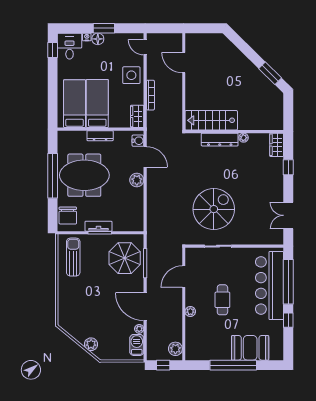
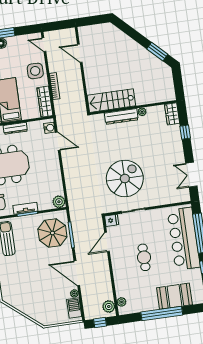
wardrobe: (137, 116) -> (45, 102), width x1.50
plant: (137, 180) -> (59, 202), moved
fridge: (192, 253) -> (112, 220), added
plant: (190, 312) -> (122, 302), moved
plant: (91, 344) -> (34, 313), removed

